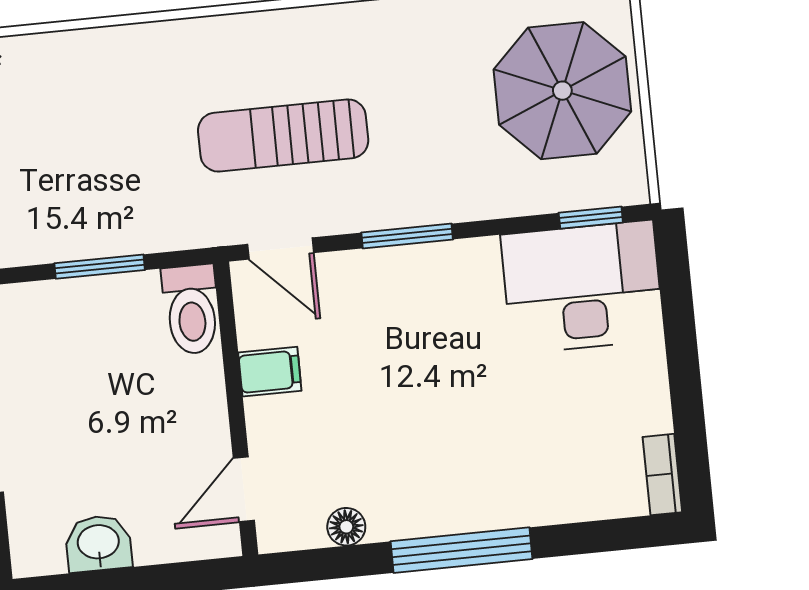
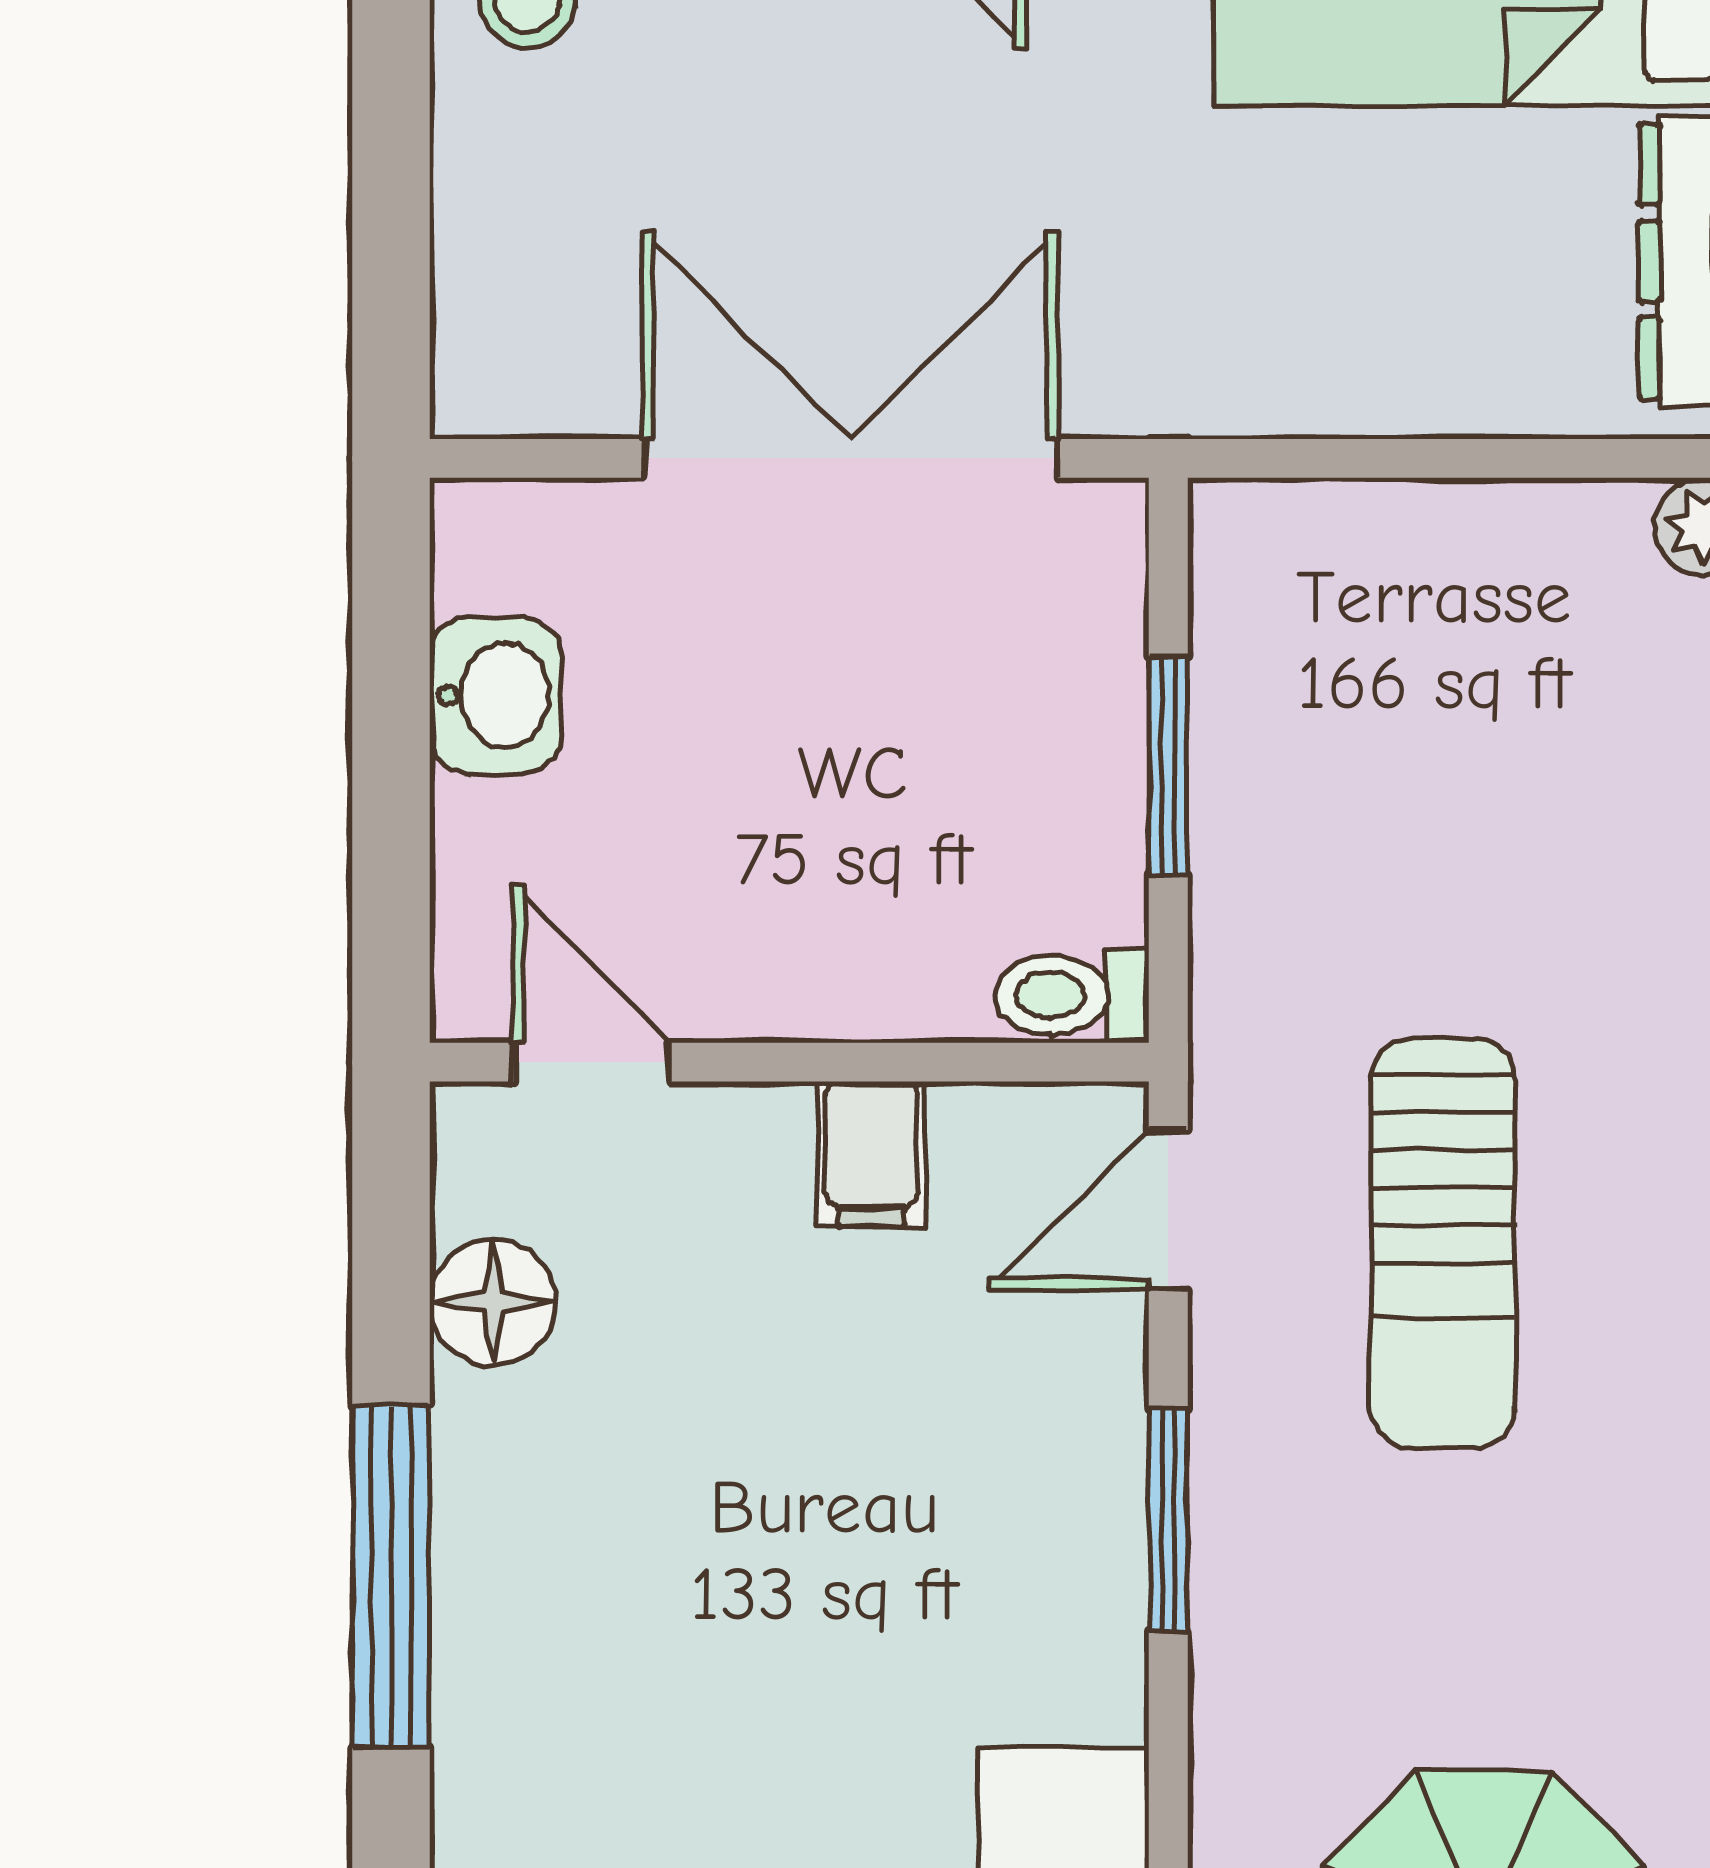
sun lounger: (283, 135) -> (1443, 1243), turned 180
toilet: (191, 309) -> (1072, 995), width x0.73, depth x0.72
floor lamp: (346, 527) -> (493, 1302), width x1.37, depth x1.37

